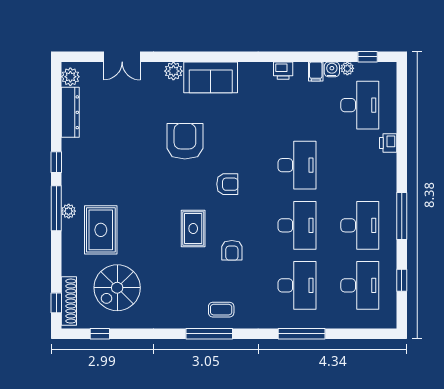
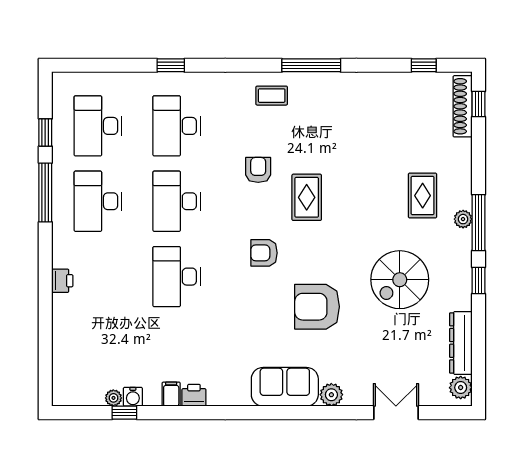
window: (368, 57) -> (124, 413), moved
filing cabinet: (316, 72) -> (171, 394), moved
desk: (360, 105) -> (98, 352), removed
armchair: (185, 141) -> (317, 307), turned 90
printer: (388, 143) -> (62, 281), moved
window: (402, 216) -> (45, 193), moved
rug: (101, 230) -> (423, 196), width x0.73, depth x0.70
spiral stairs: (117, 288) -> (400, 280), moved, turned 180
window: (209, 334) -> (311, 65), moved
window: (302, 334) -> (171, 65), width x0.46

